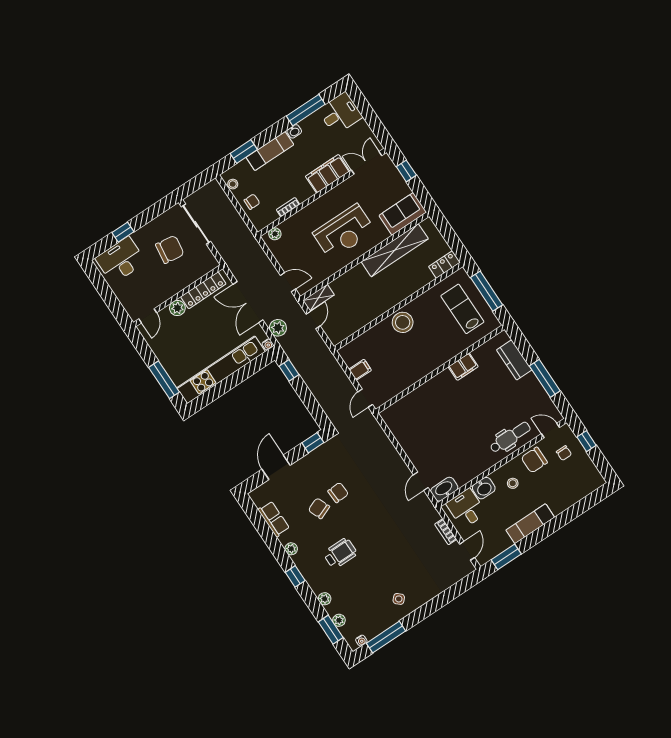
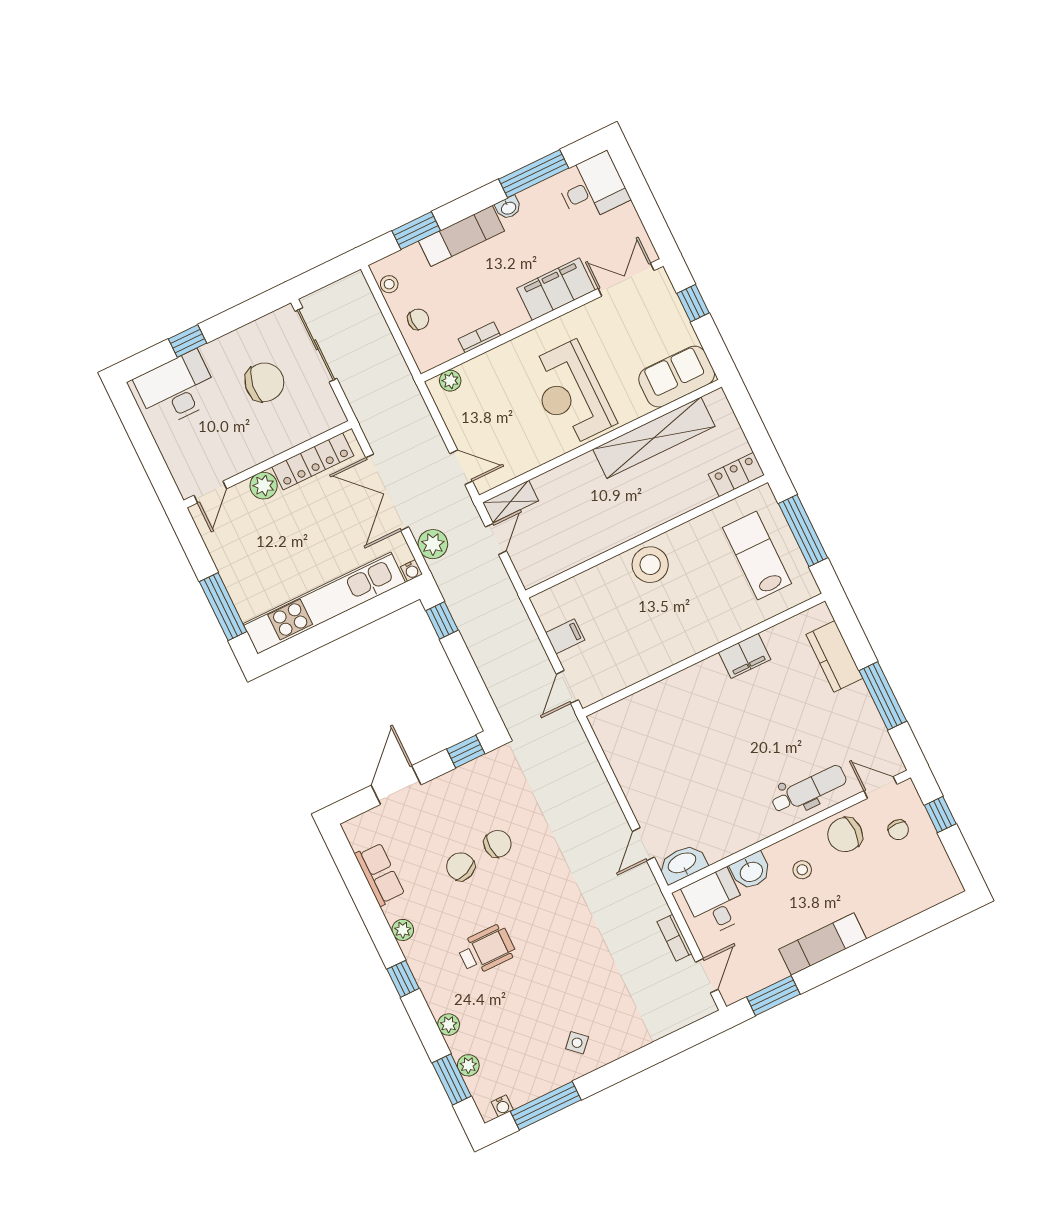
reception desk: (344, 232) -> (570, 394), turned 90

